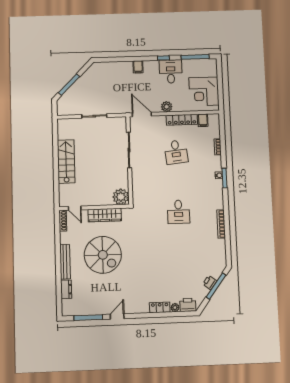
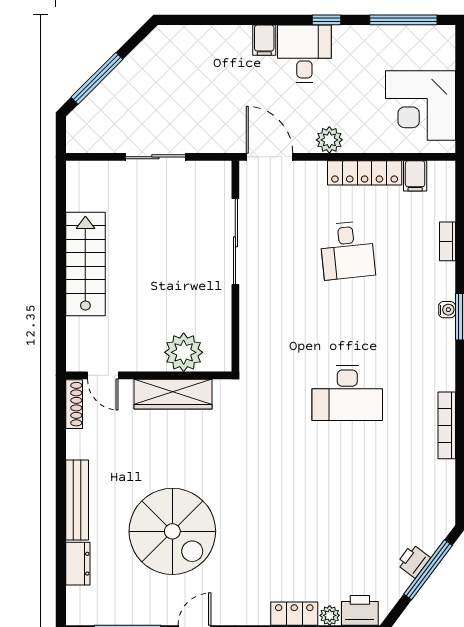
desk: (171, 71) -> (304, 54), moved
plant: (121, 197) -> (184, 352), moved
desk: (178, 212) -> (347, 393), width x1.37
spiral stairs: (103, 255) -> (172, 531), moved

